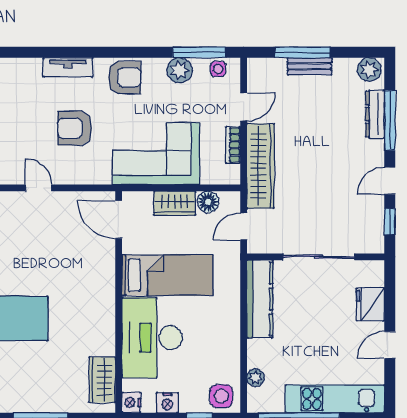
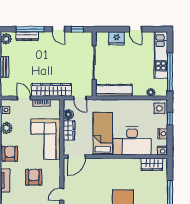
armchair: (75, 128) -> (34, 177), turned 180

